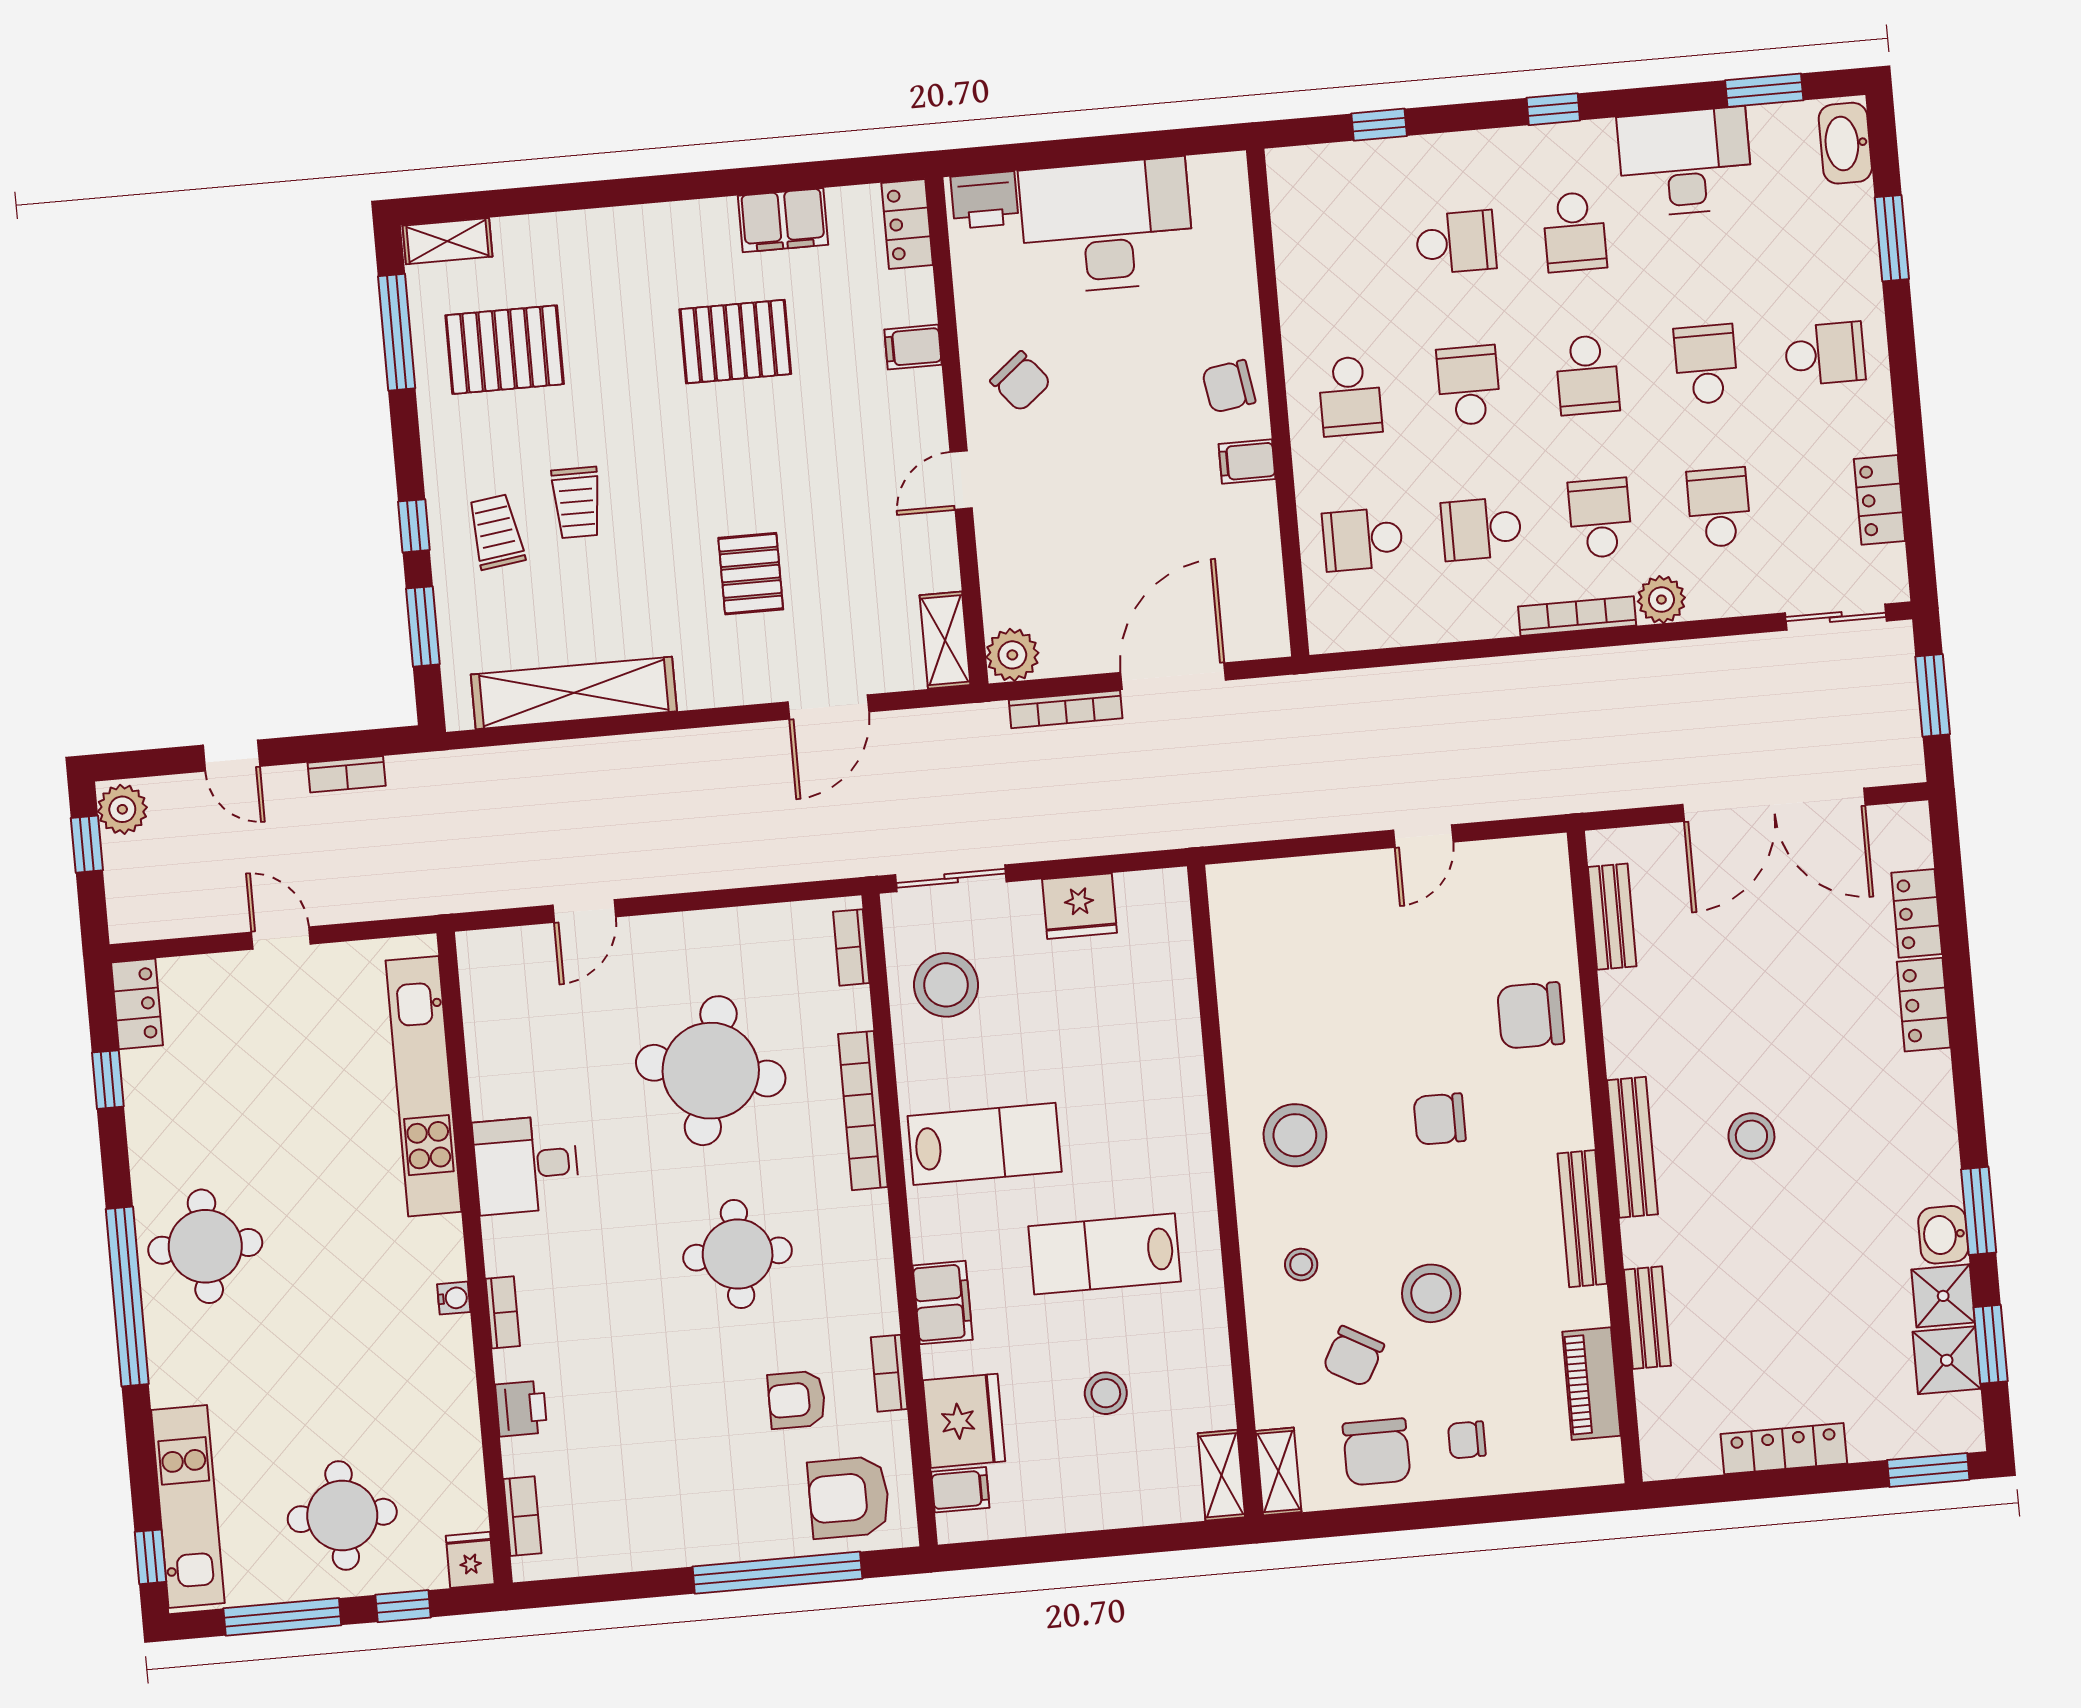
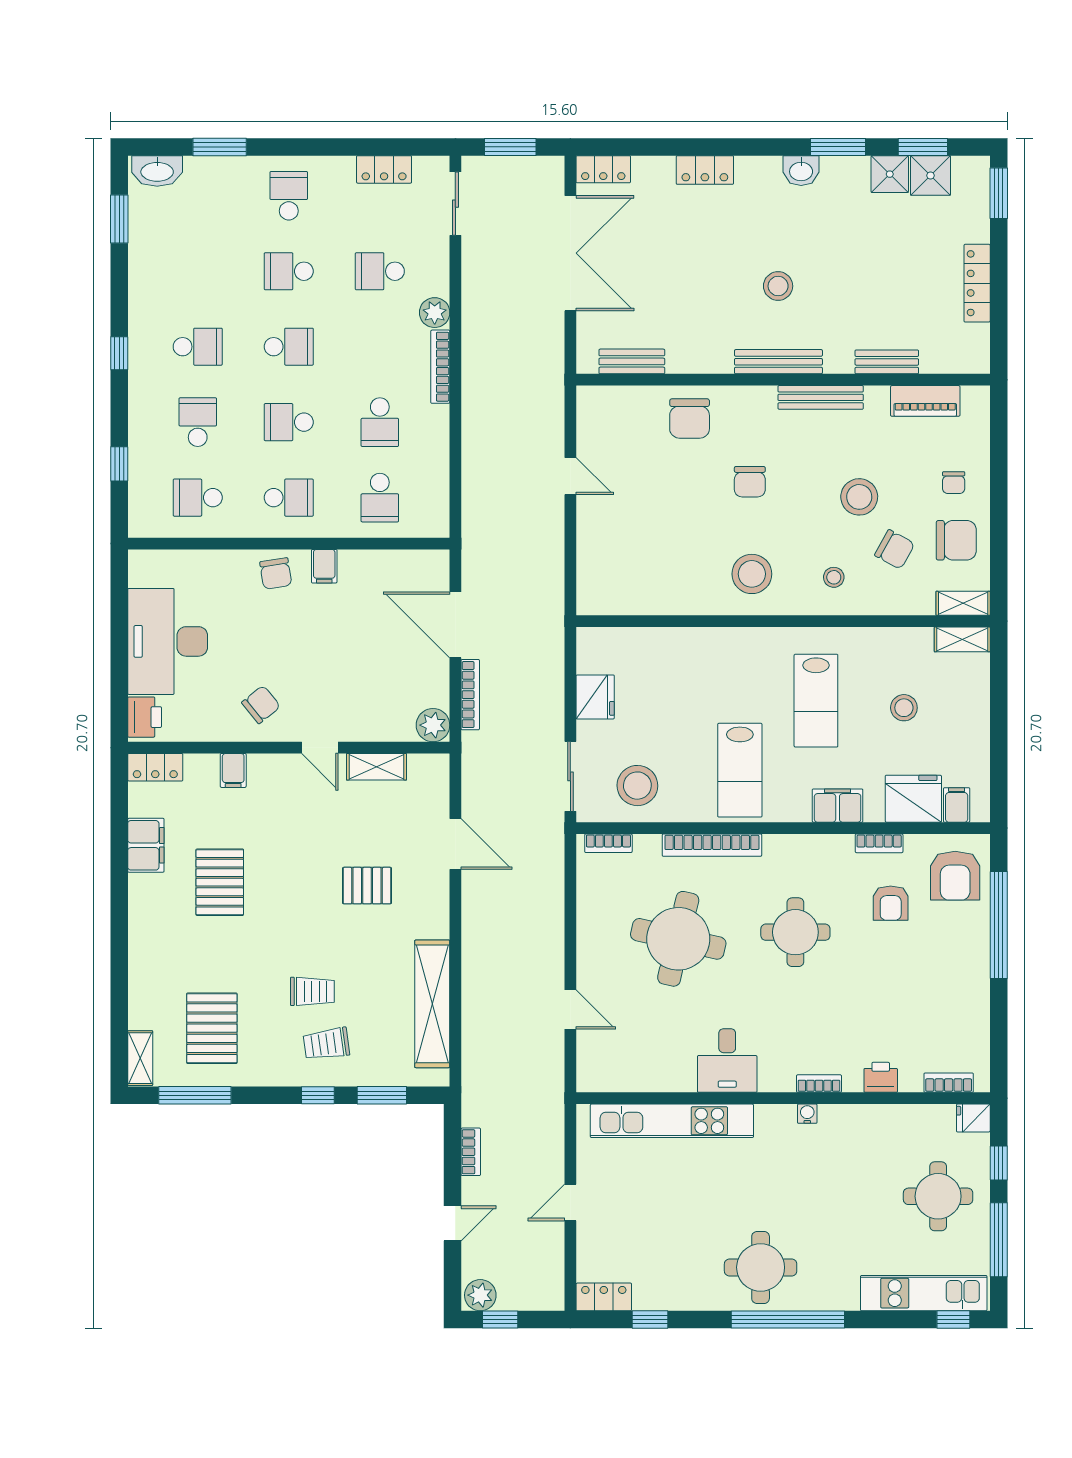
desk: (1685, 162) -> (160, 273), removed
school desk: (1600, 518) -> (198, 498), moved
shelving: (945, 640) -> (376, 767), moved
locker: (1917, 913) -> (603, 169), moved
lab bench: (985, 1144) -> (740, 770), turned 180
washbasin: (1943, 1235) -> (801, 171), moved

